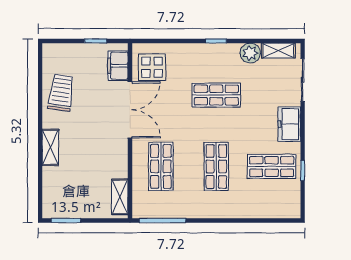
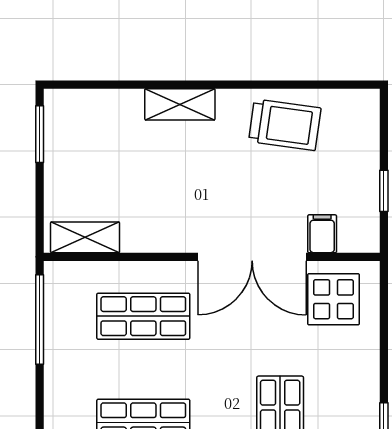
filing cabinet: (118, 66) -> (322, 234), width x0.50

